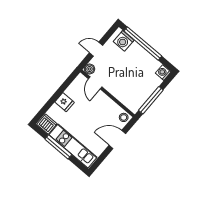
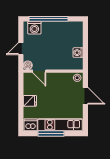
washing machine: (163, 73) -> (78, 53), moved
window: (151, 100) -> (85, 51), removed
door: (117, 139) -> (85, 96), swing flipped

